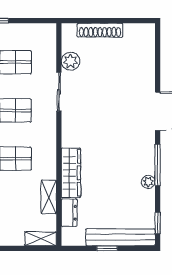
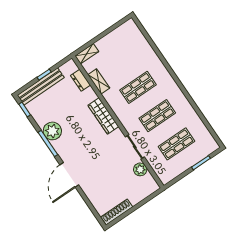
shoe rack: (100, 30) -> (117, 212), moved
wardrobe: (71, 173) -> (103, 116), moved
plant: (148, 182) -> (52, 131), width x1.88, depth x1.88

